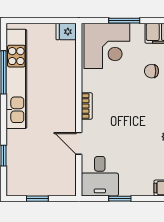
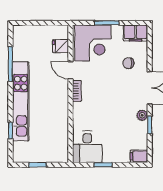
fridge: (66, 32) -> (60, 46), moved
kitchen unit: (16, 79) -> (21, 101), moved
door: (79, 143) -> (71, 70), moved

